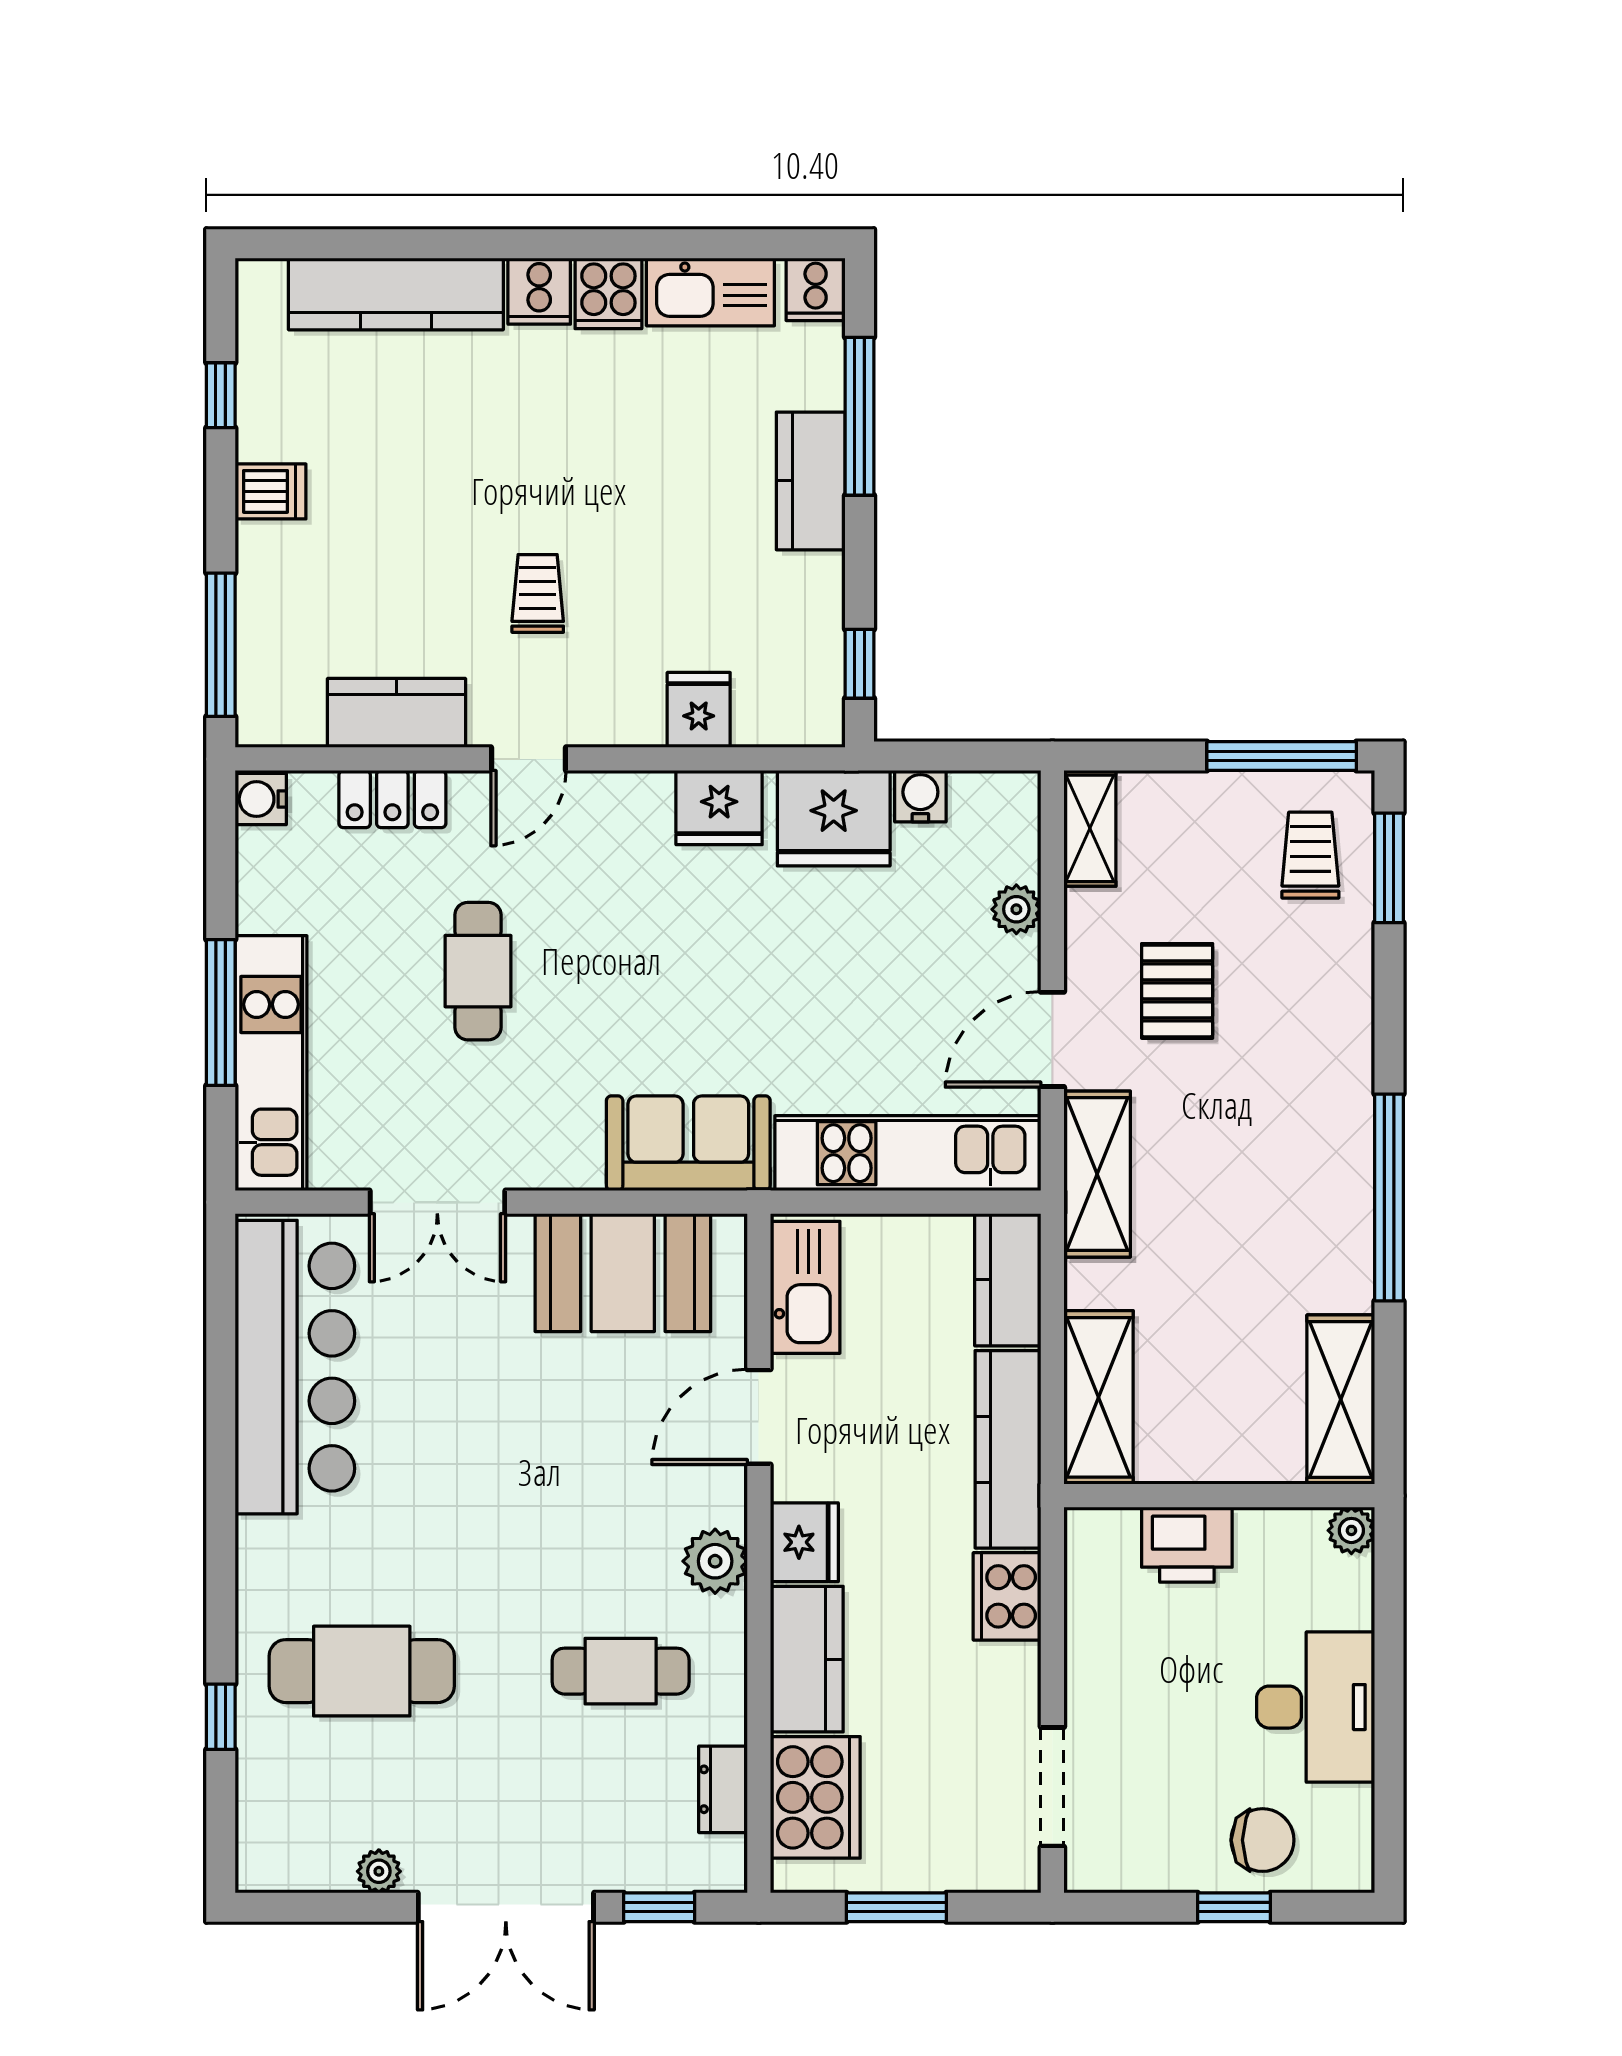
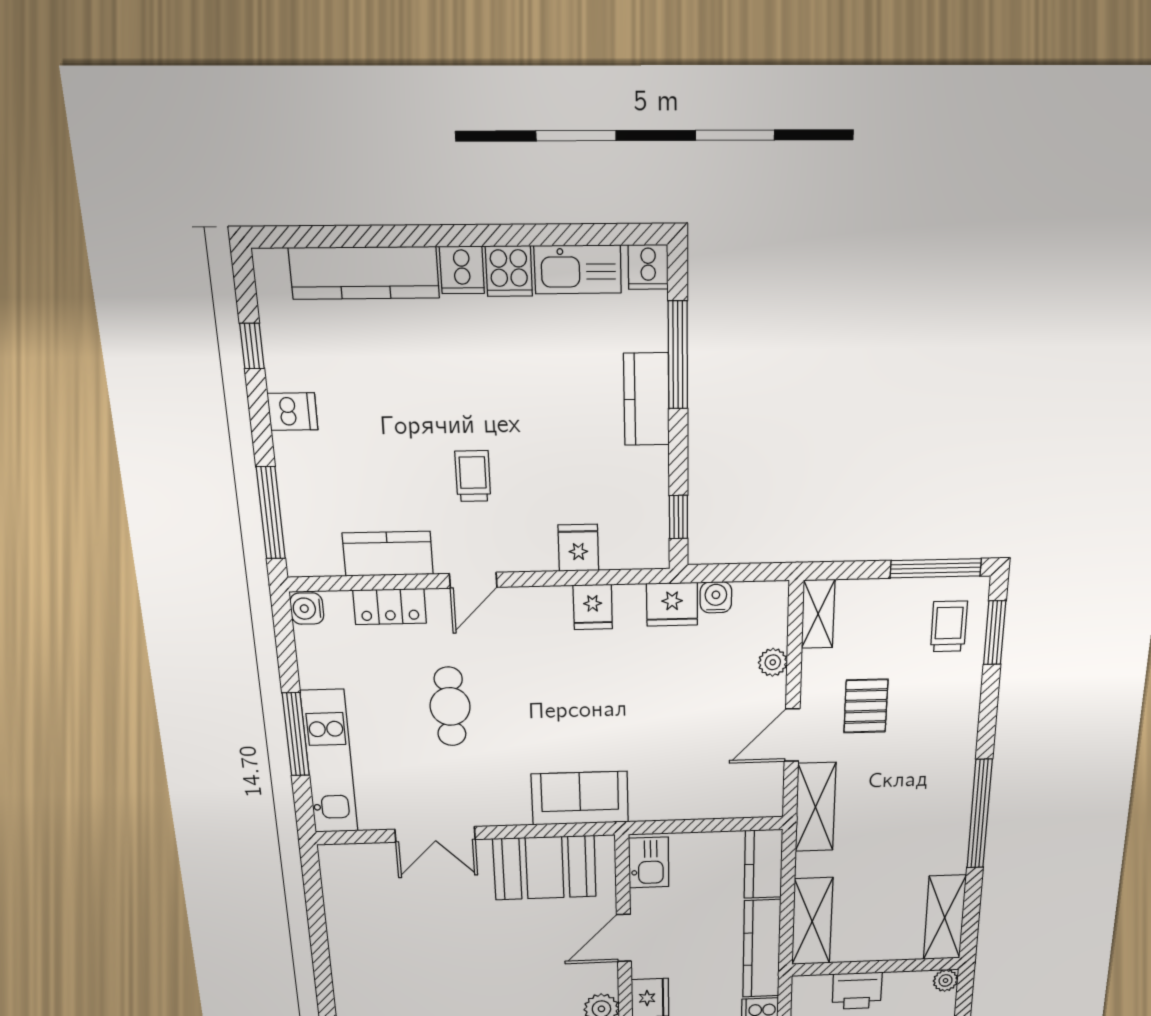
fridge: (719, 808) -> (593, 607), width x0.72
fridge: (834, 818) -> (672, 604), width x0.73, depth x0.75
kitchen unit: (908, 1153) -> (707, 799), removed
kitchen sink: (805, 1287) -> (649, 862), width x0.73
bar counter: (295, 1367) -> (360, 923), removed

